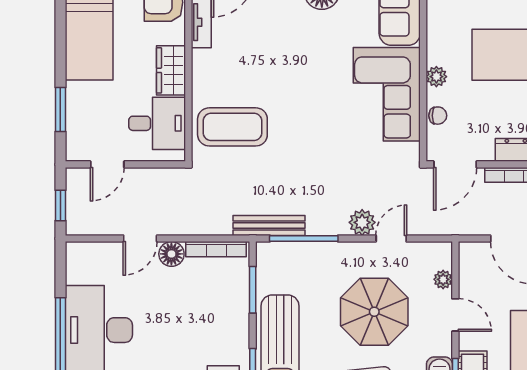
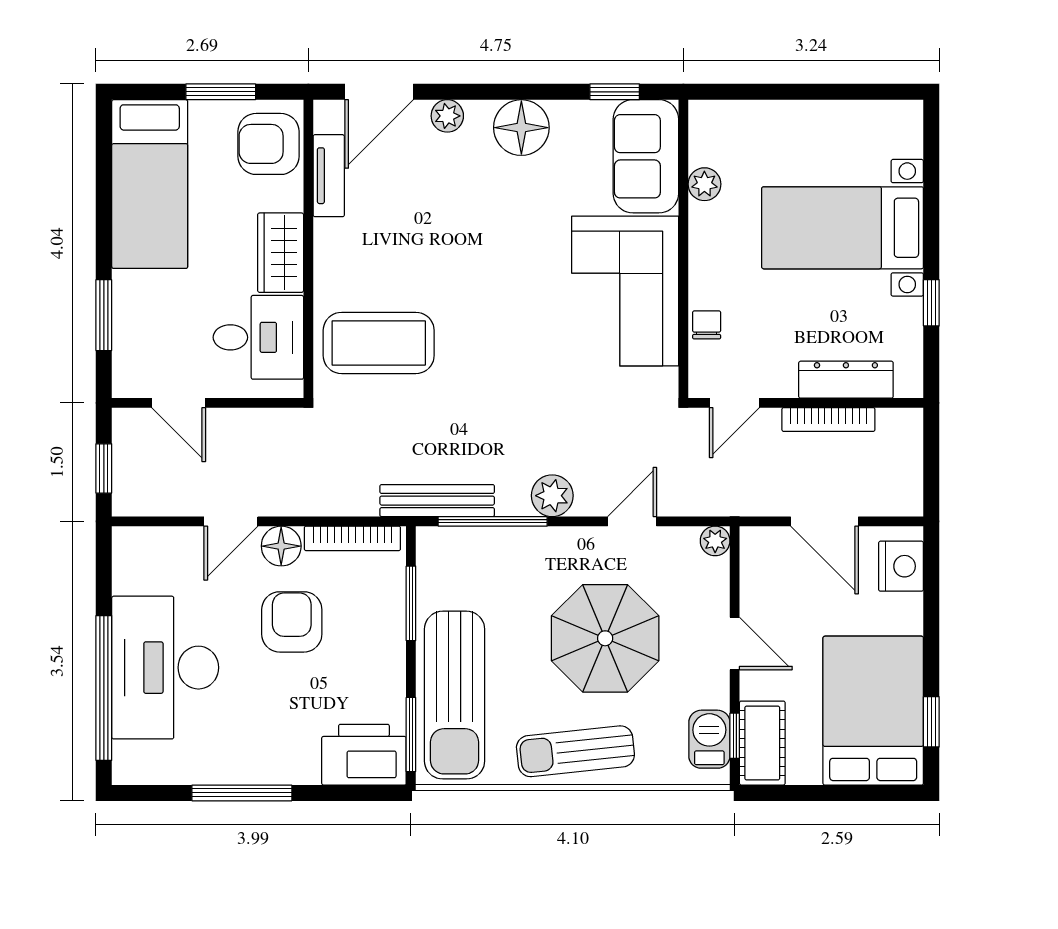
plant: (436, 77) -> (704, 184), moved
chair: (438, 116) -> (707, 325), turned -90
door: (107, 164) -> (179, 403), hinge flipped
door: (455, 164) -> (734, 403), width x0.73
plant: (362, 222) -> (552, 496), moved
plant: (443, 279) -> (715, 541), moved
armchair: (178, 301) -> (292, 622), added

